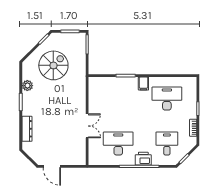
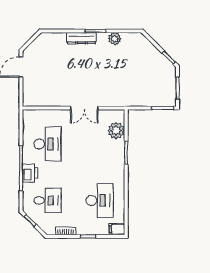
spiral stairs: (53, 65) -> (138, 69), removed
plant: (107, 84) -> (116, 131), added
filing cabinet: (143, 84) -> (117, 229), moved
double door: (87, 126) -> (84, 108), moved
dresser: (27, 129) -> (81, 38), moved

